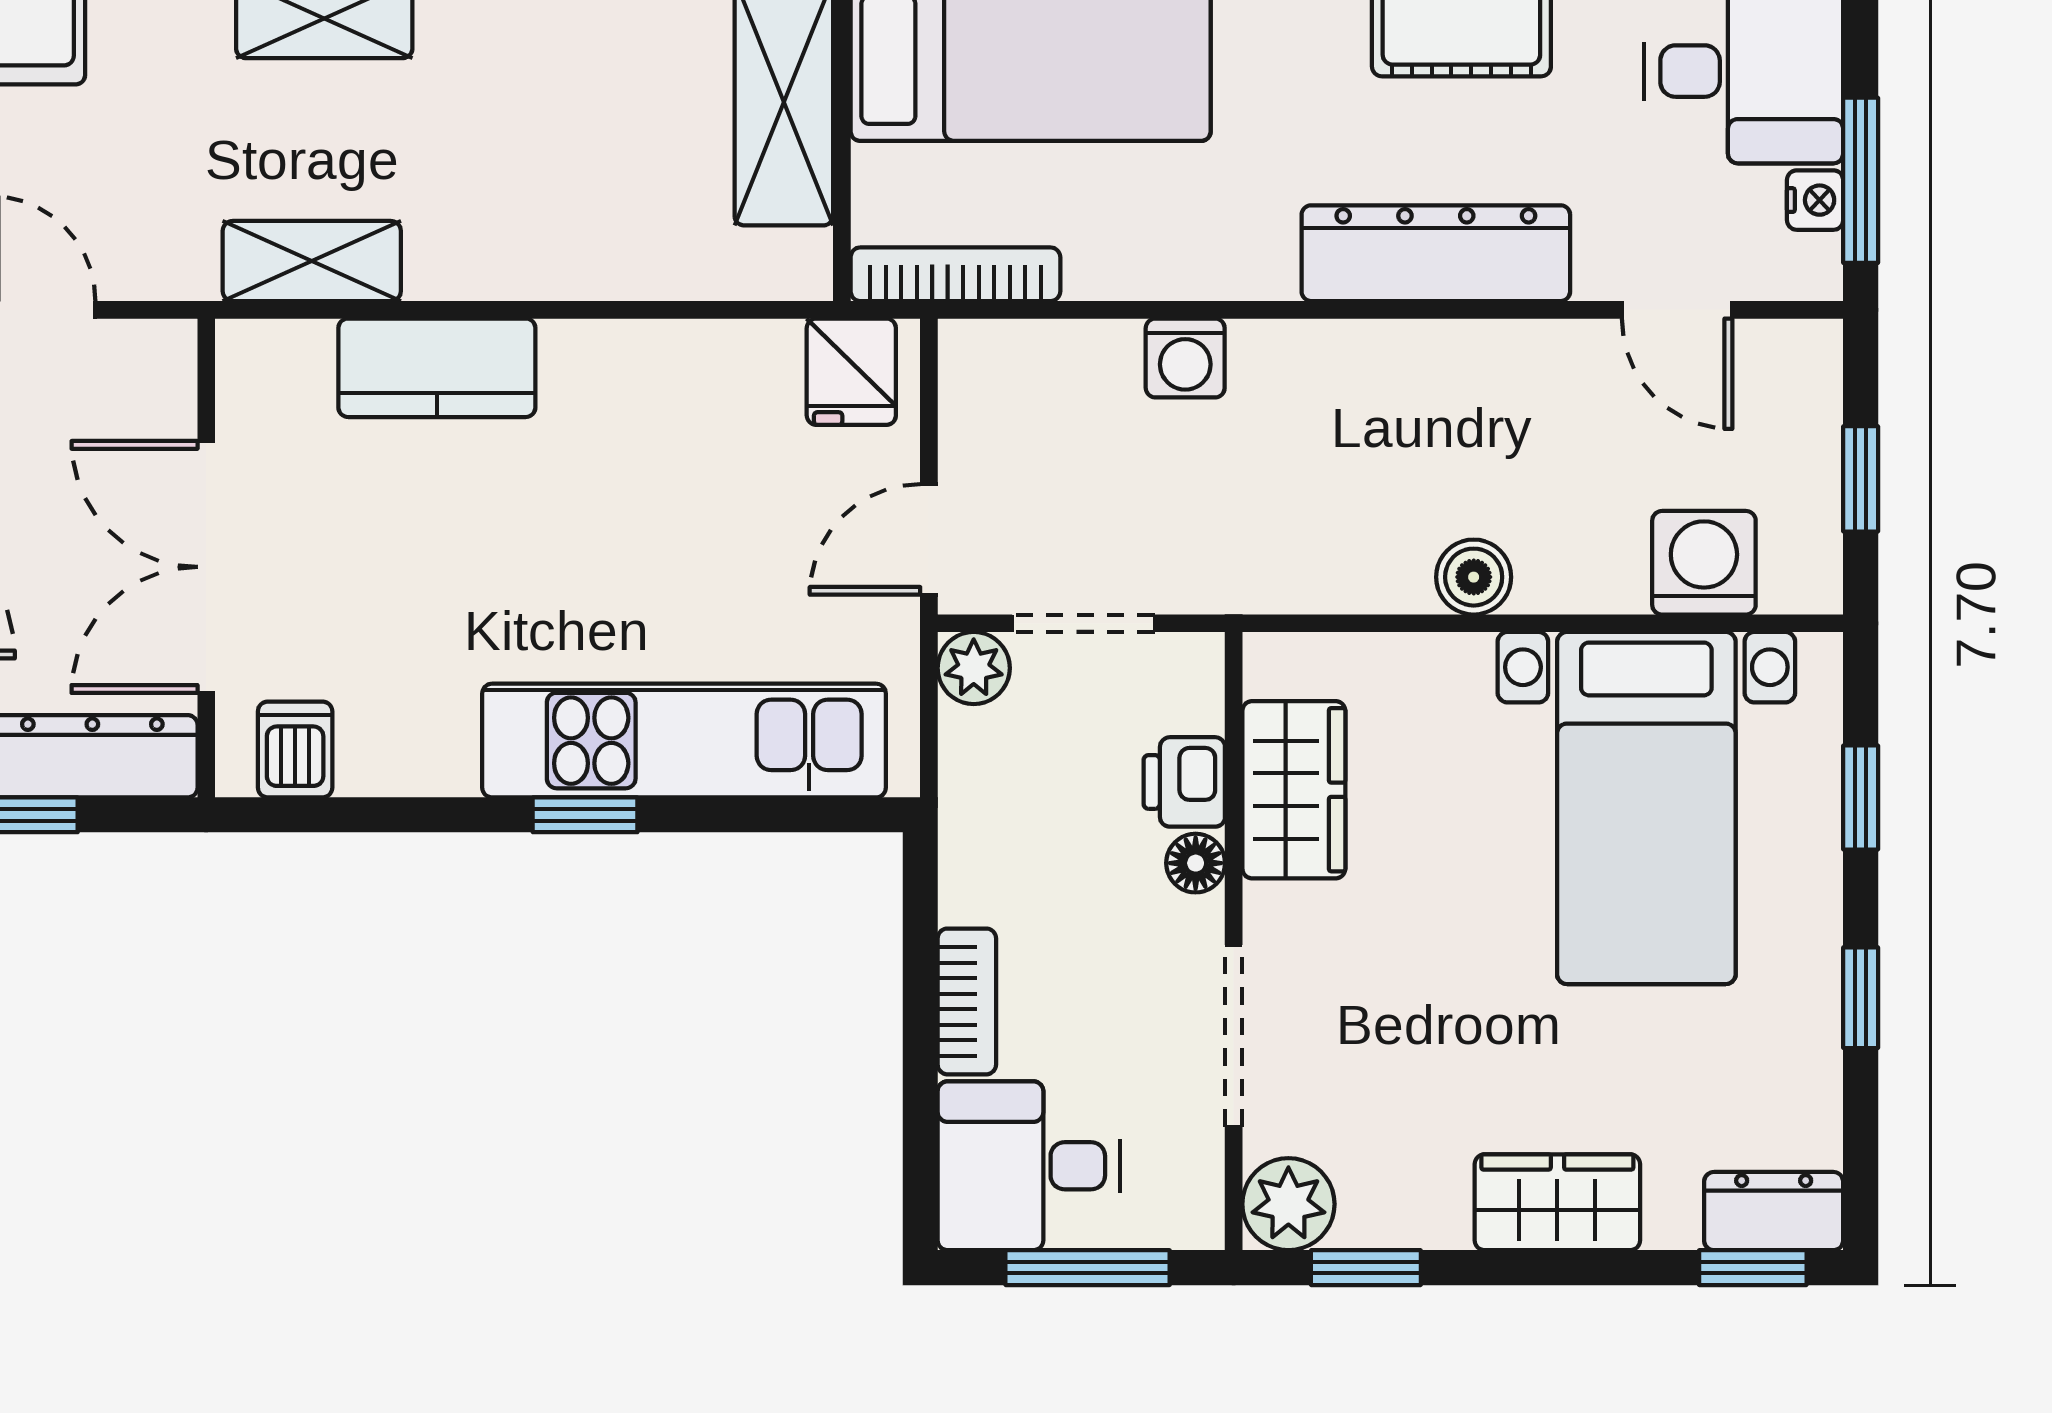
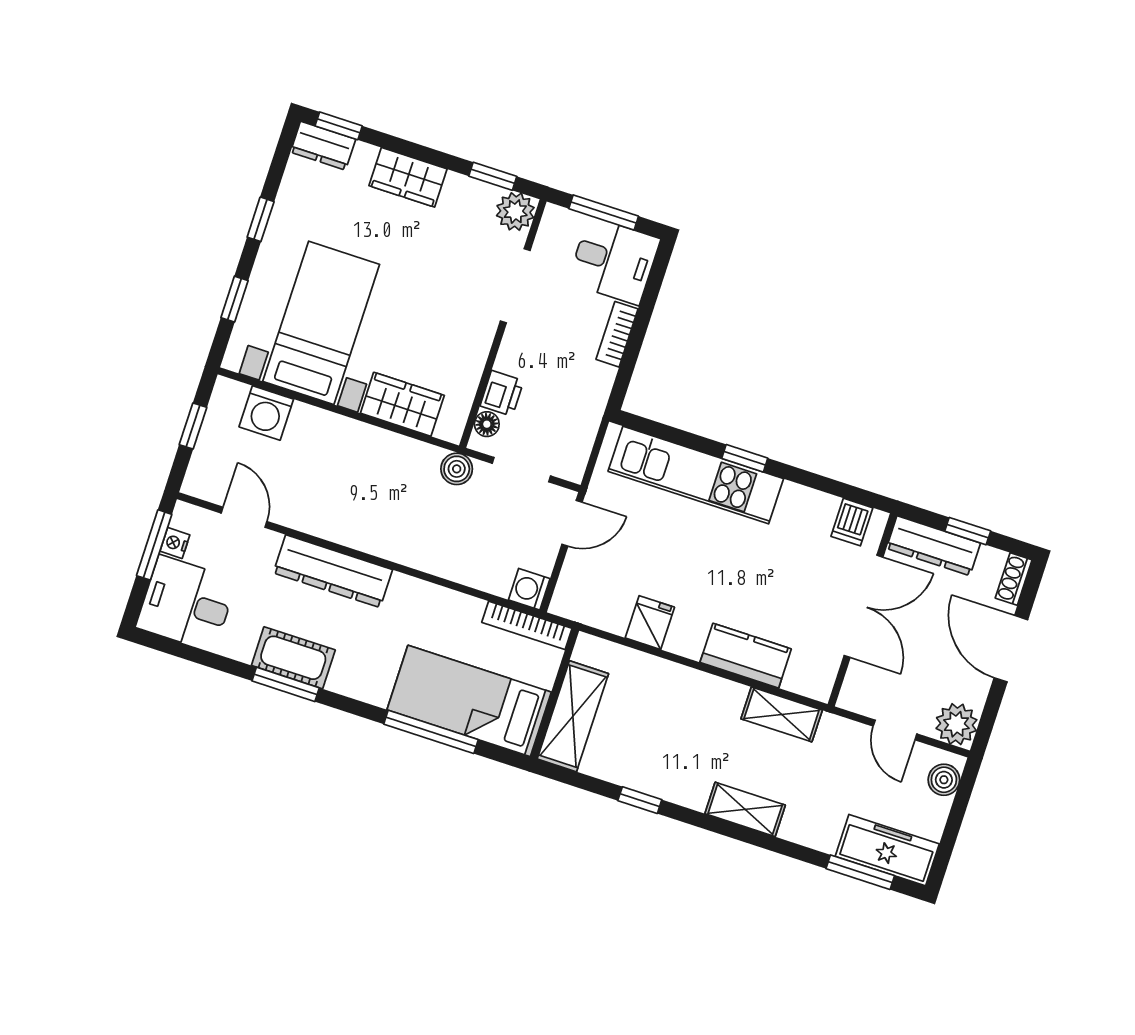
washing machine: (1185, 358) -> (529, 589), moved, turned -90
fridge: (851, 372) -> (650, 623), moved
boiler: (1474, 577) -> (457, 469), moved
plant: (974, 668) -> (571, 466), removed
wardrobe: (1294, 790) -> (402, 404), moved, turned 90
floor lamp: (1196, 863) -> (487, 424), moved

